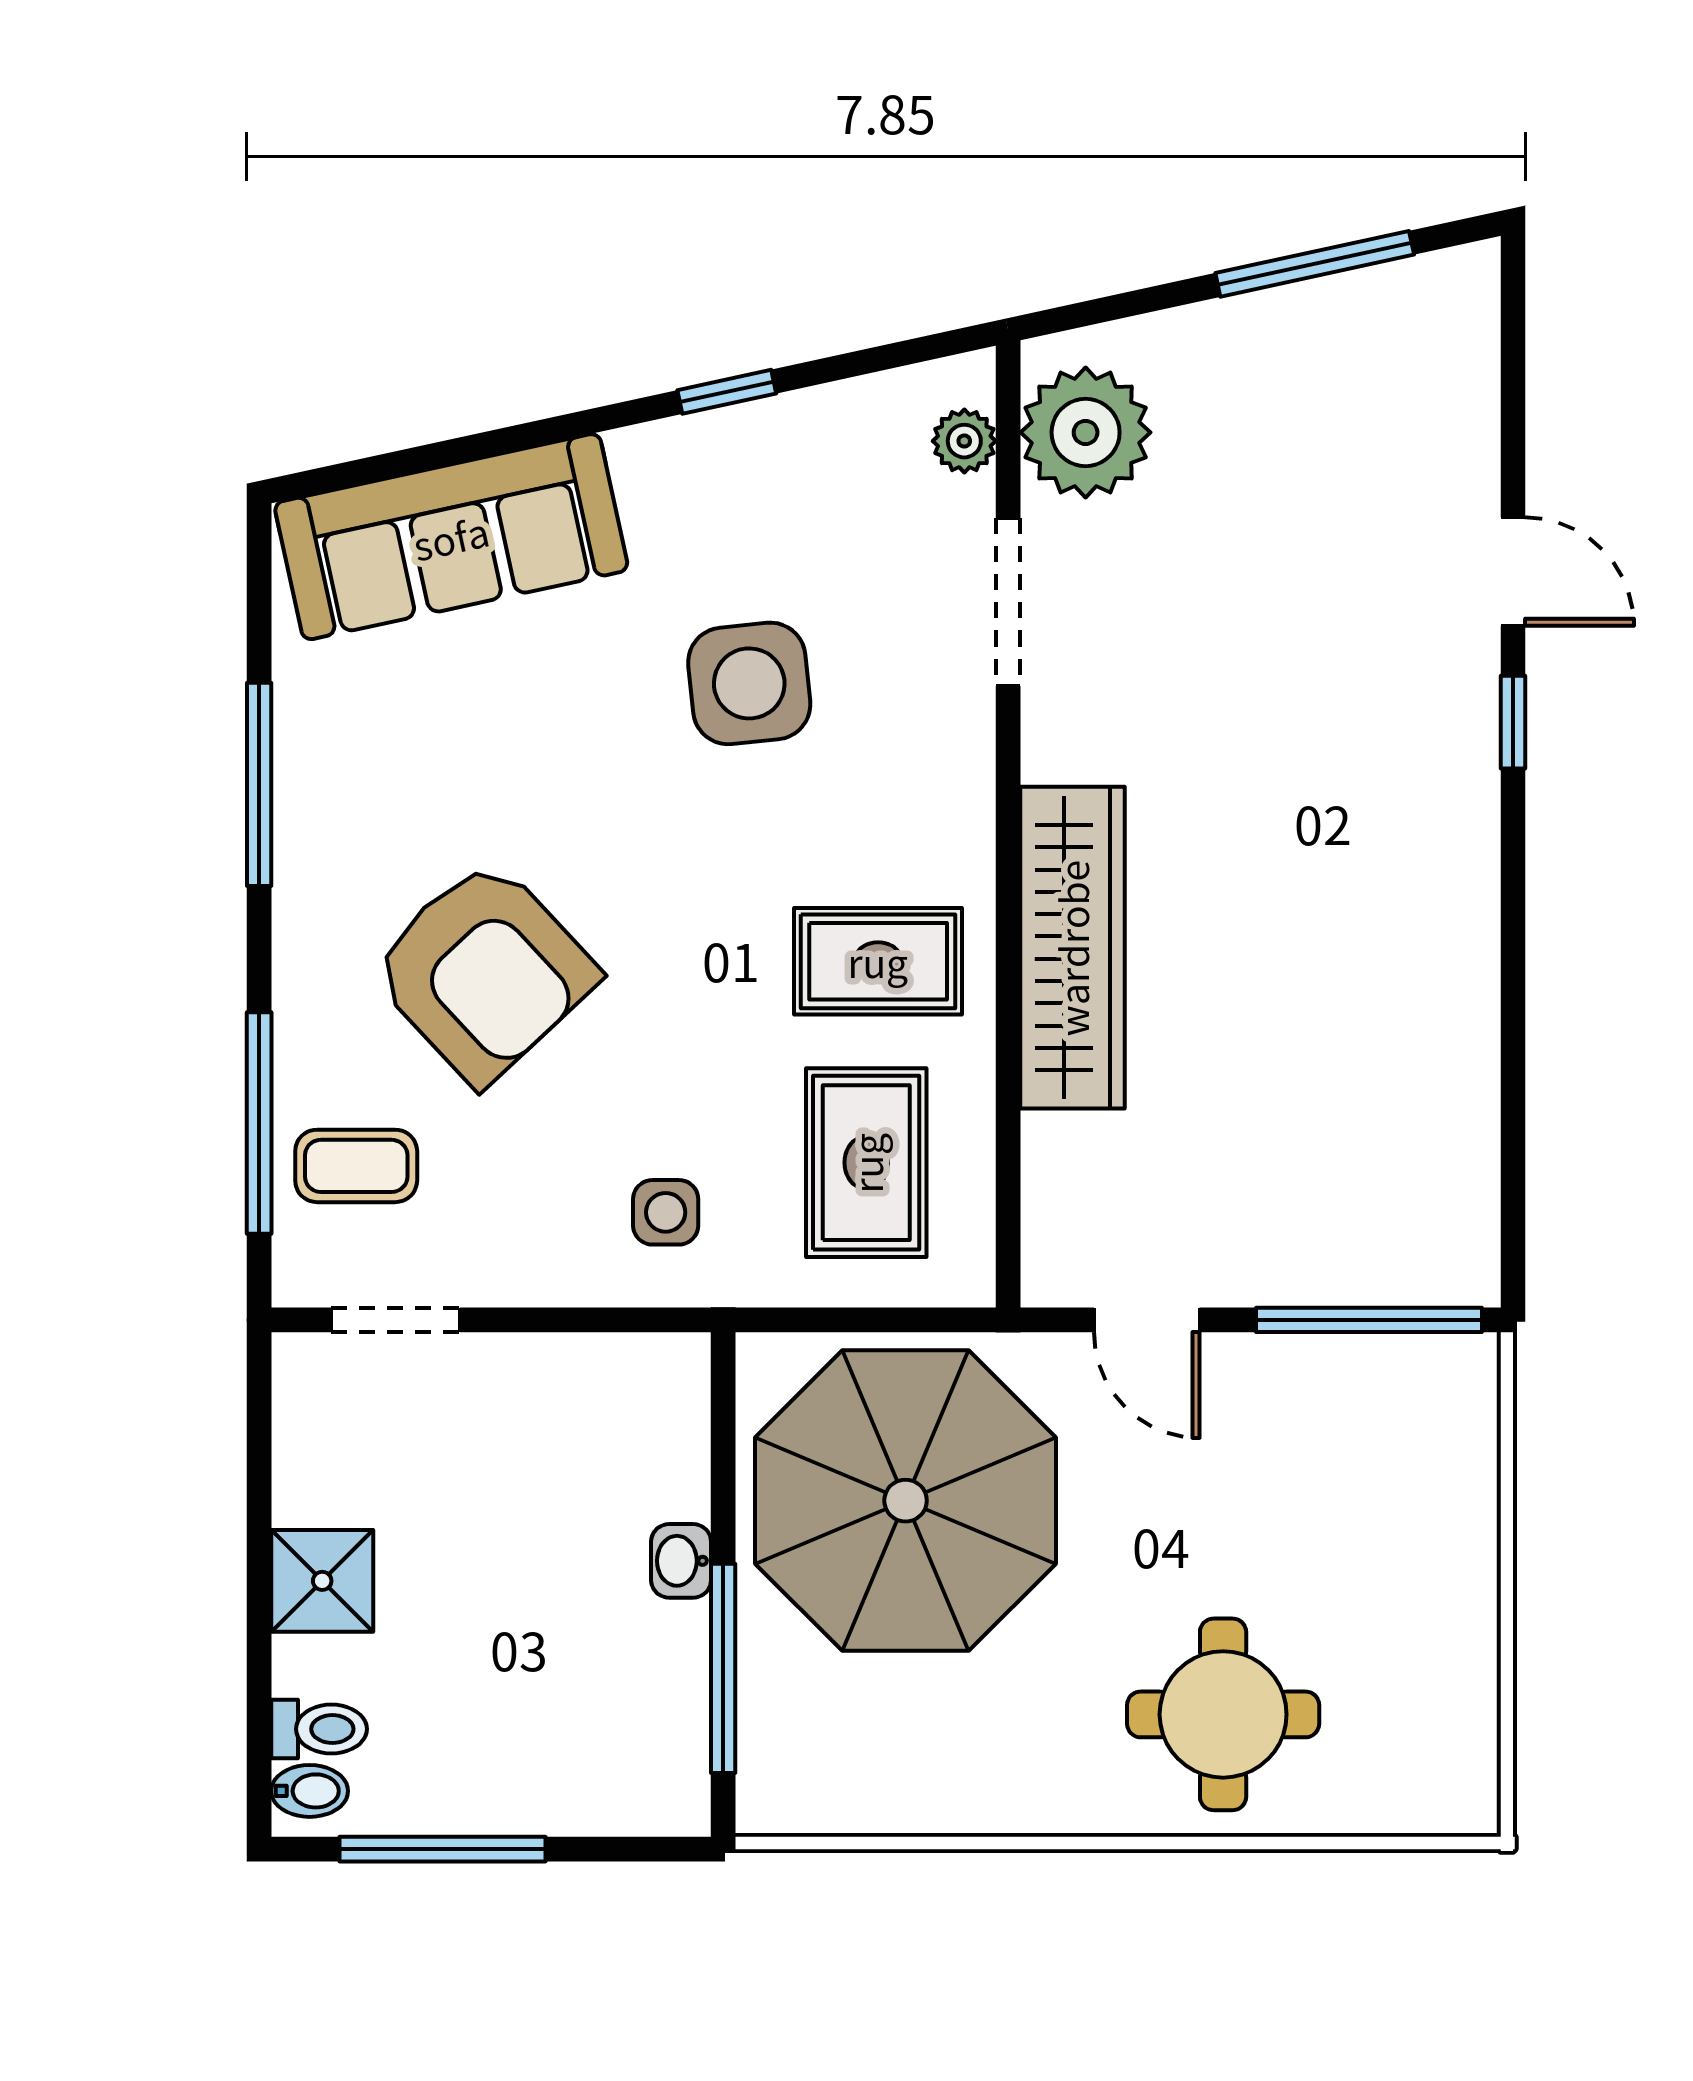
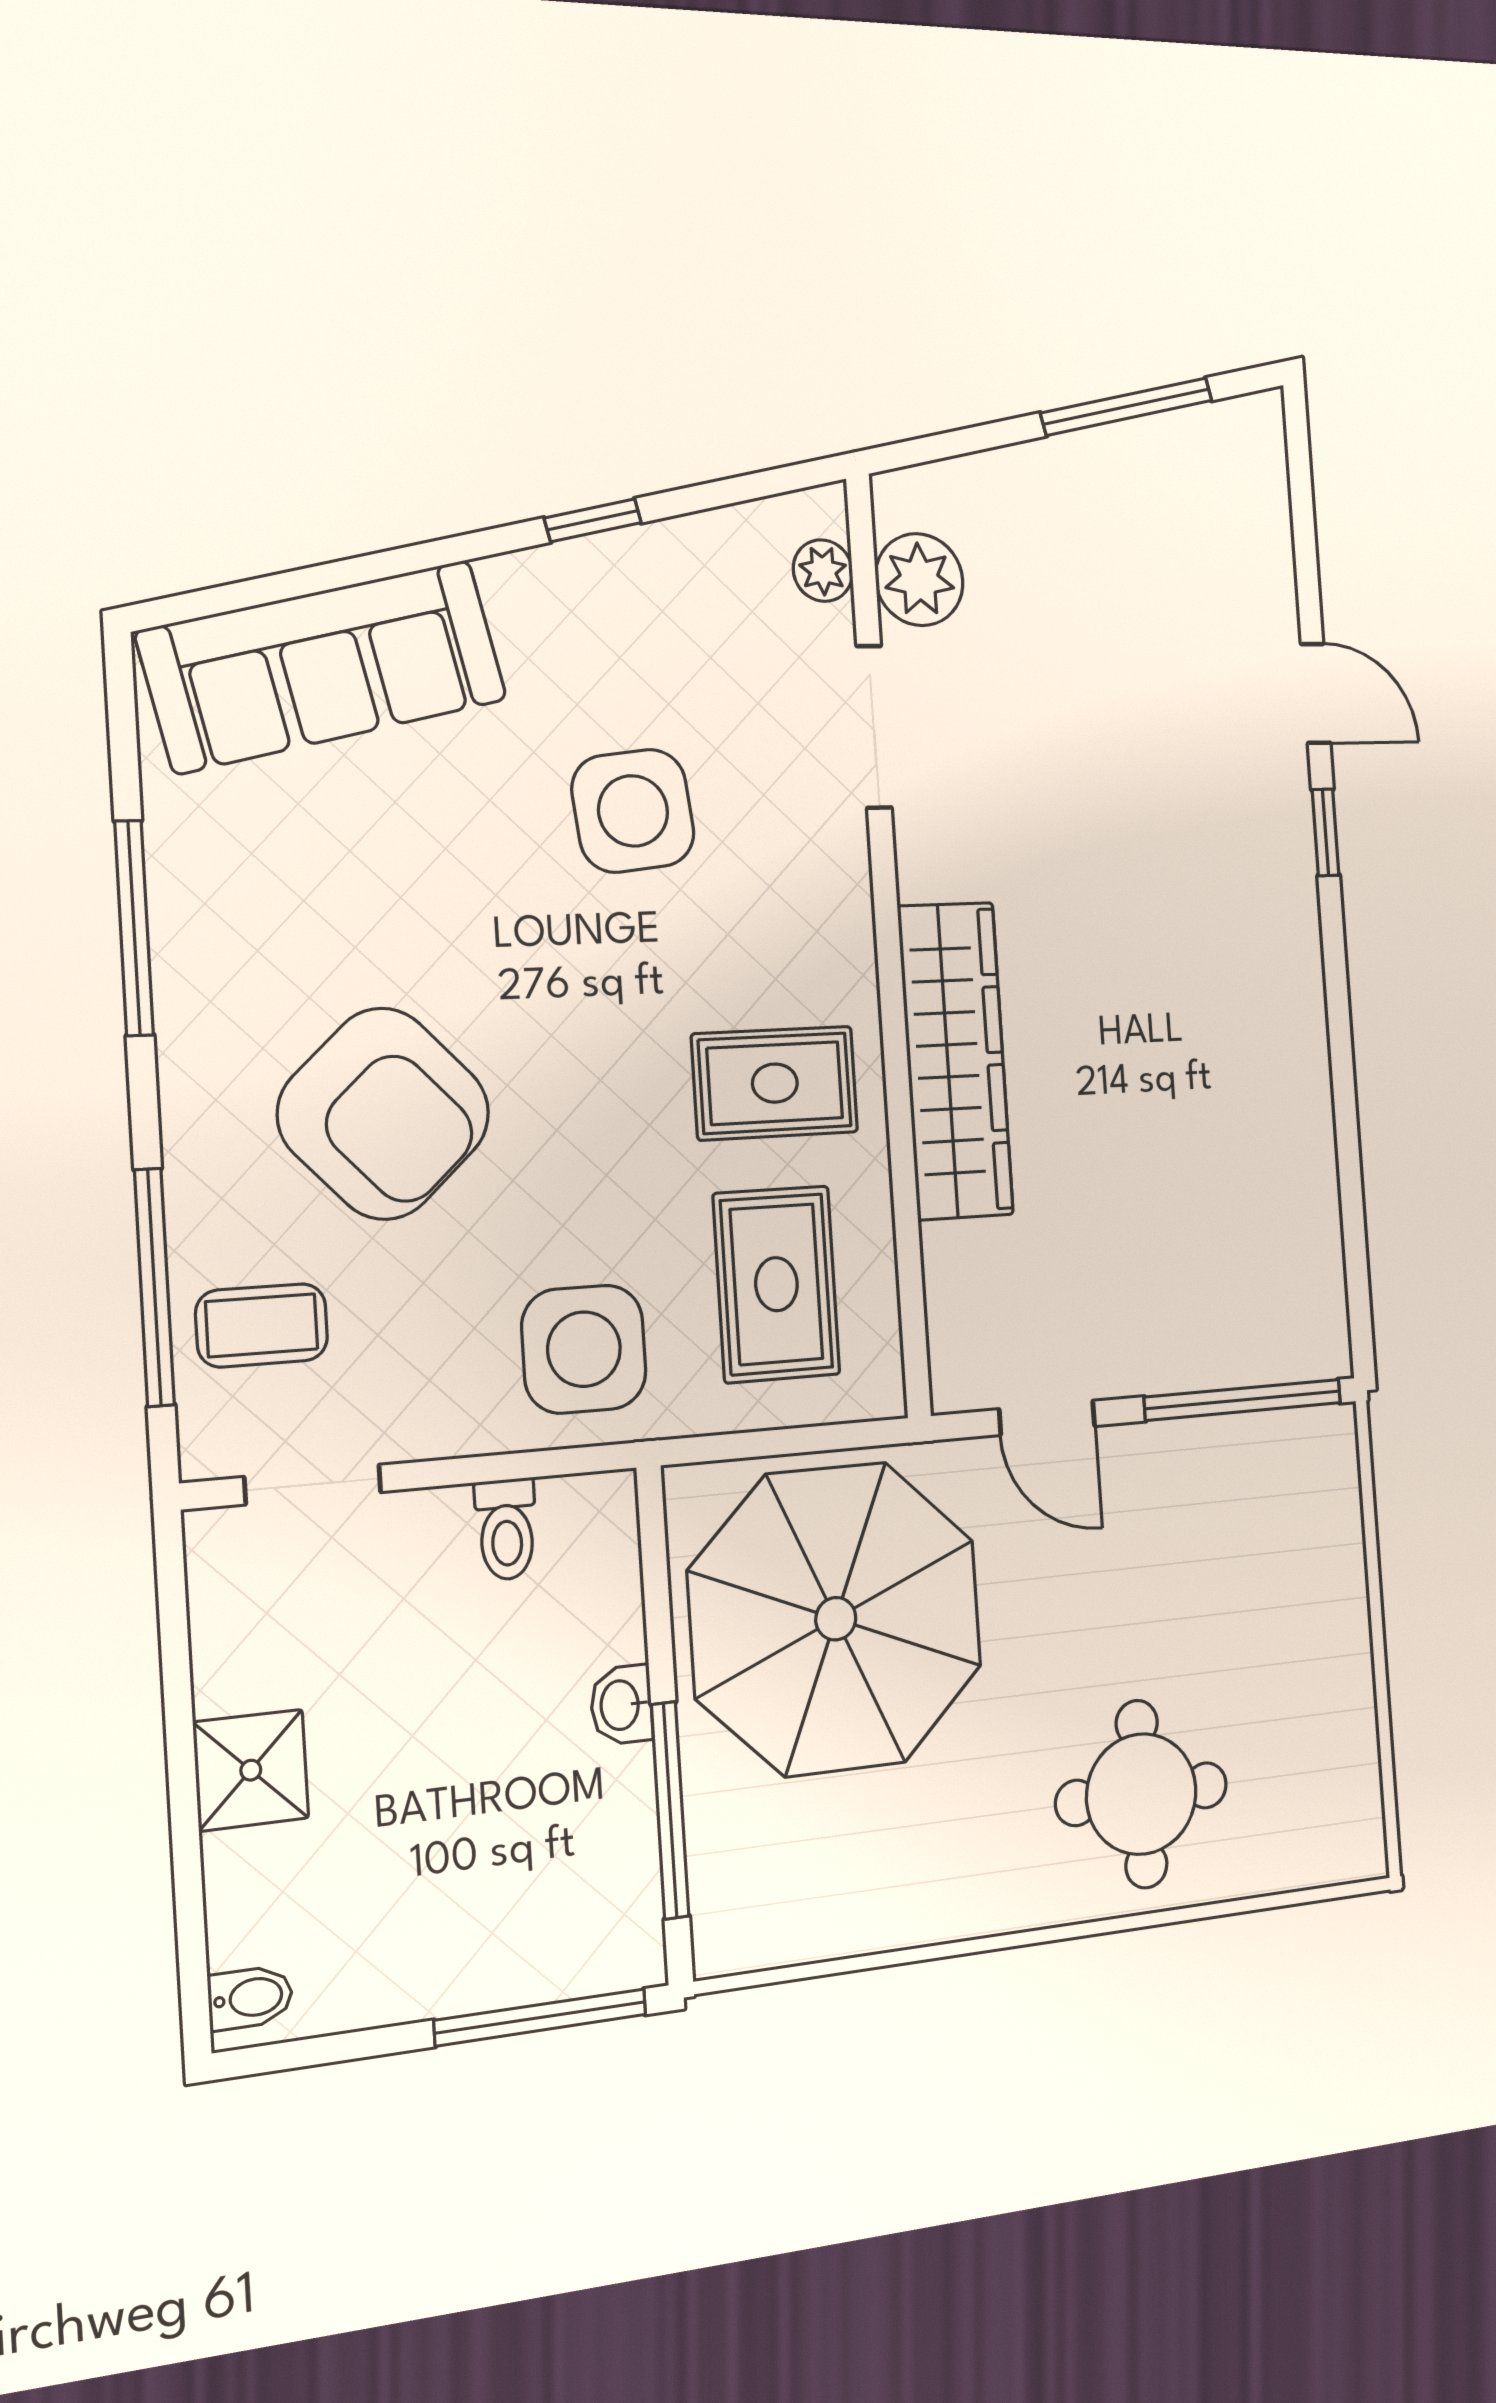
plant: (1086, 432) -> (919, 580), width x0.73, depth x0.73
side table: (666, 1212) -> (584, 1349), width x1.87, depth x1.87
toilet: (319, 1729) -> (506, 1529), moved, turned 90
window: (443, 1849) -> (541, 2017), moved

